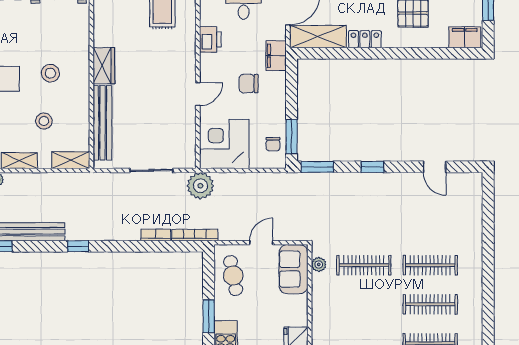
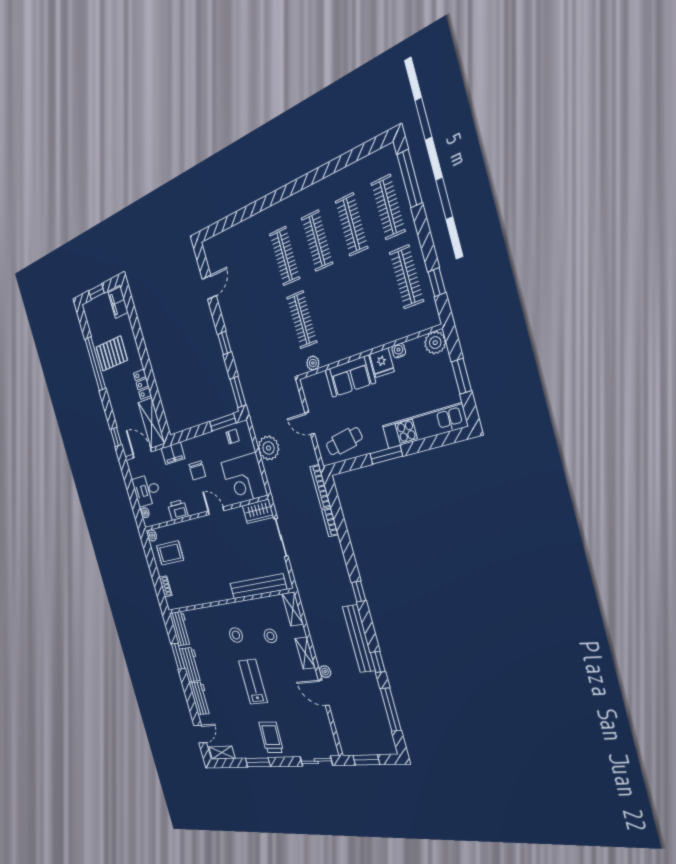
wardrobe: (104, 66) -> (258, 511), moved, turned 180
plant: (200, 186) -> (269, 448), moved
sofa: (293, 269) -> (350, 376), moved

